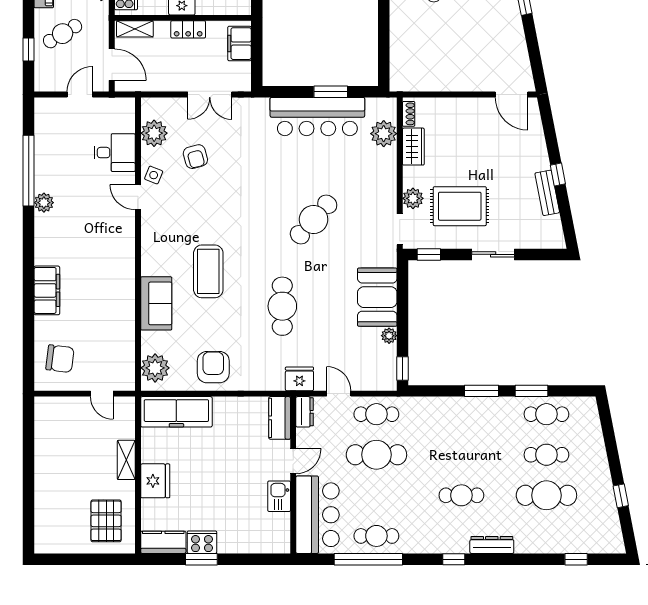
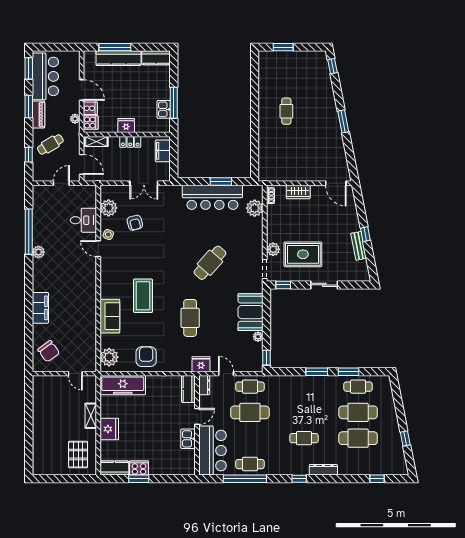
wardrobe: (413, 147) -> (298, 192), moved, turned 90
chair: (60, 359) -> (49, 351), turned 47
cafe table: (546, 455) -> (358, 412), width x1.37, depth x1.35

